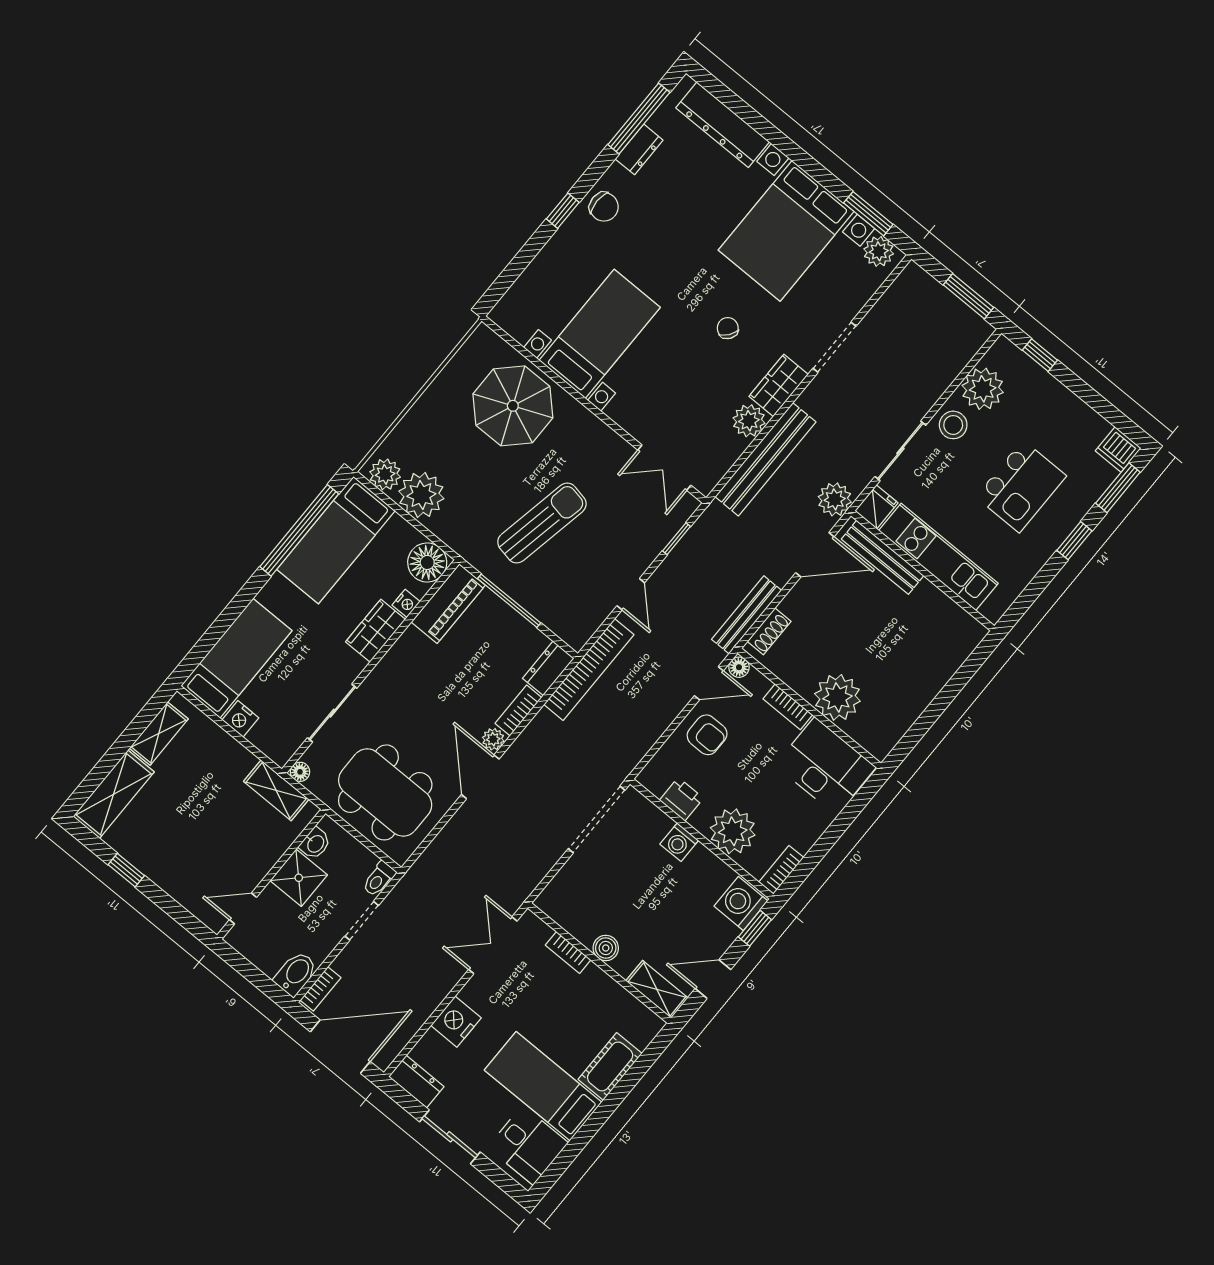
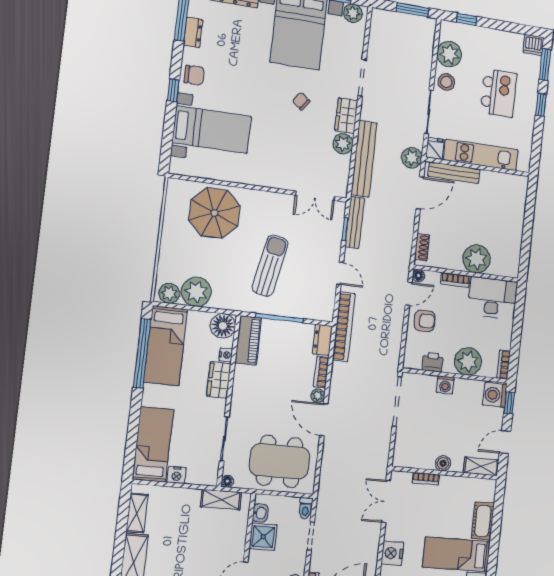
bed with nightstands: (600, 334) -> (212, 130), moved, turned 90
bench: (747, 615) -> (355, 222), moved

